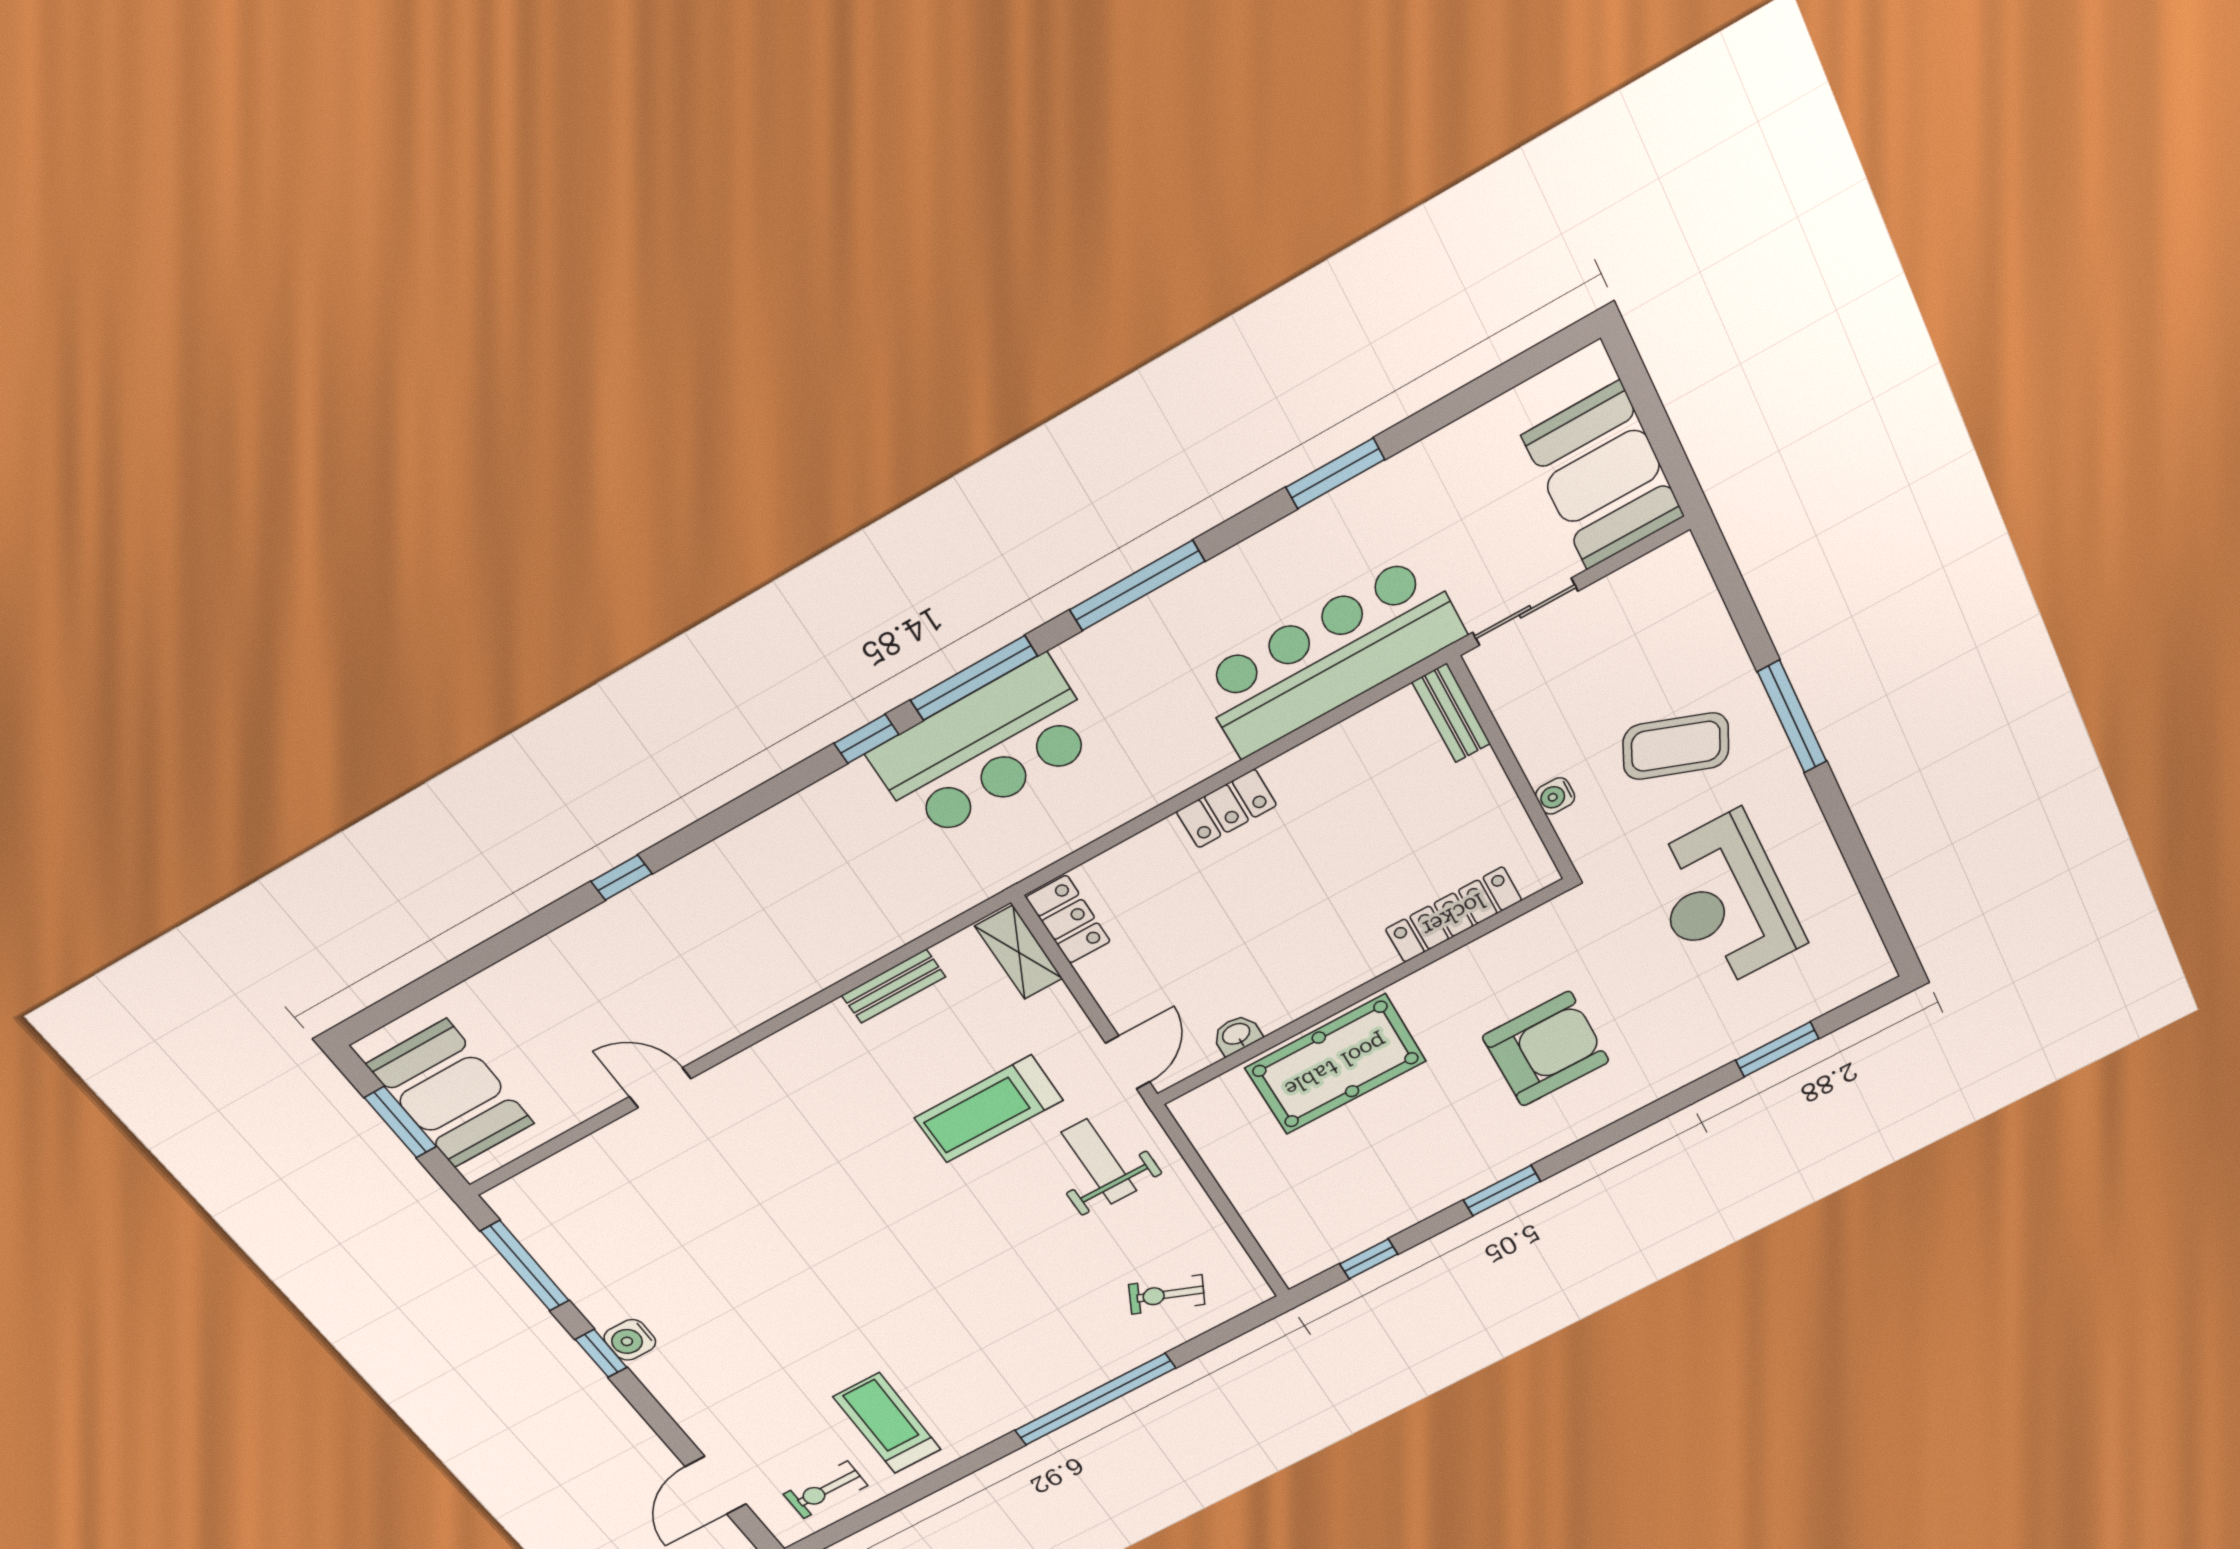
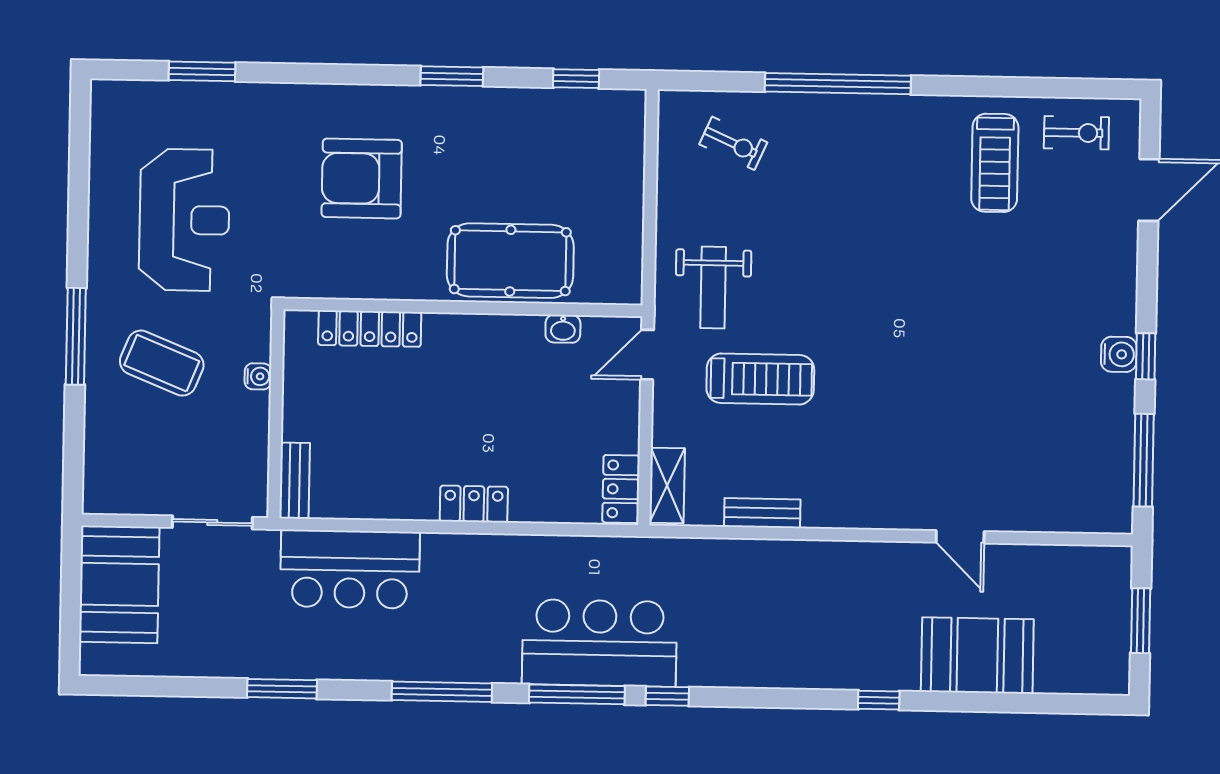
bar counter: (1330, 656) -> (350, 569), width x0.73
booth: (451, 1094) -> (977, 656), moved, turned 90

